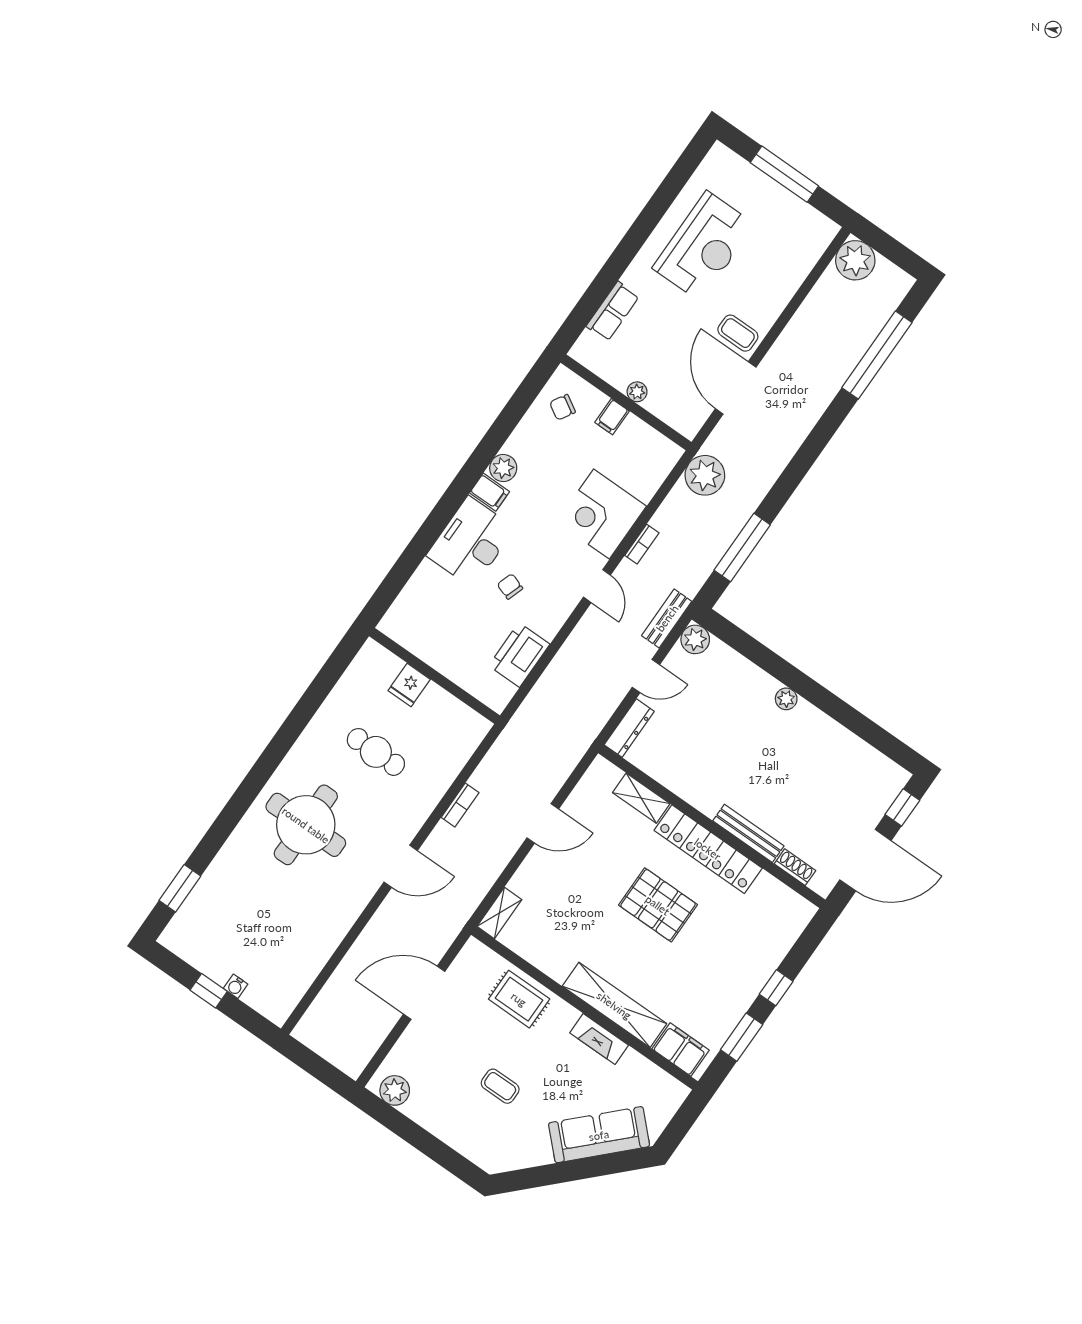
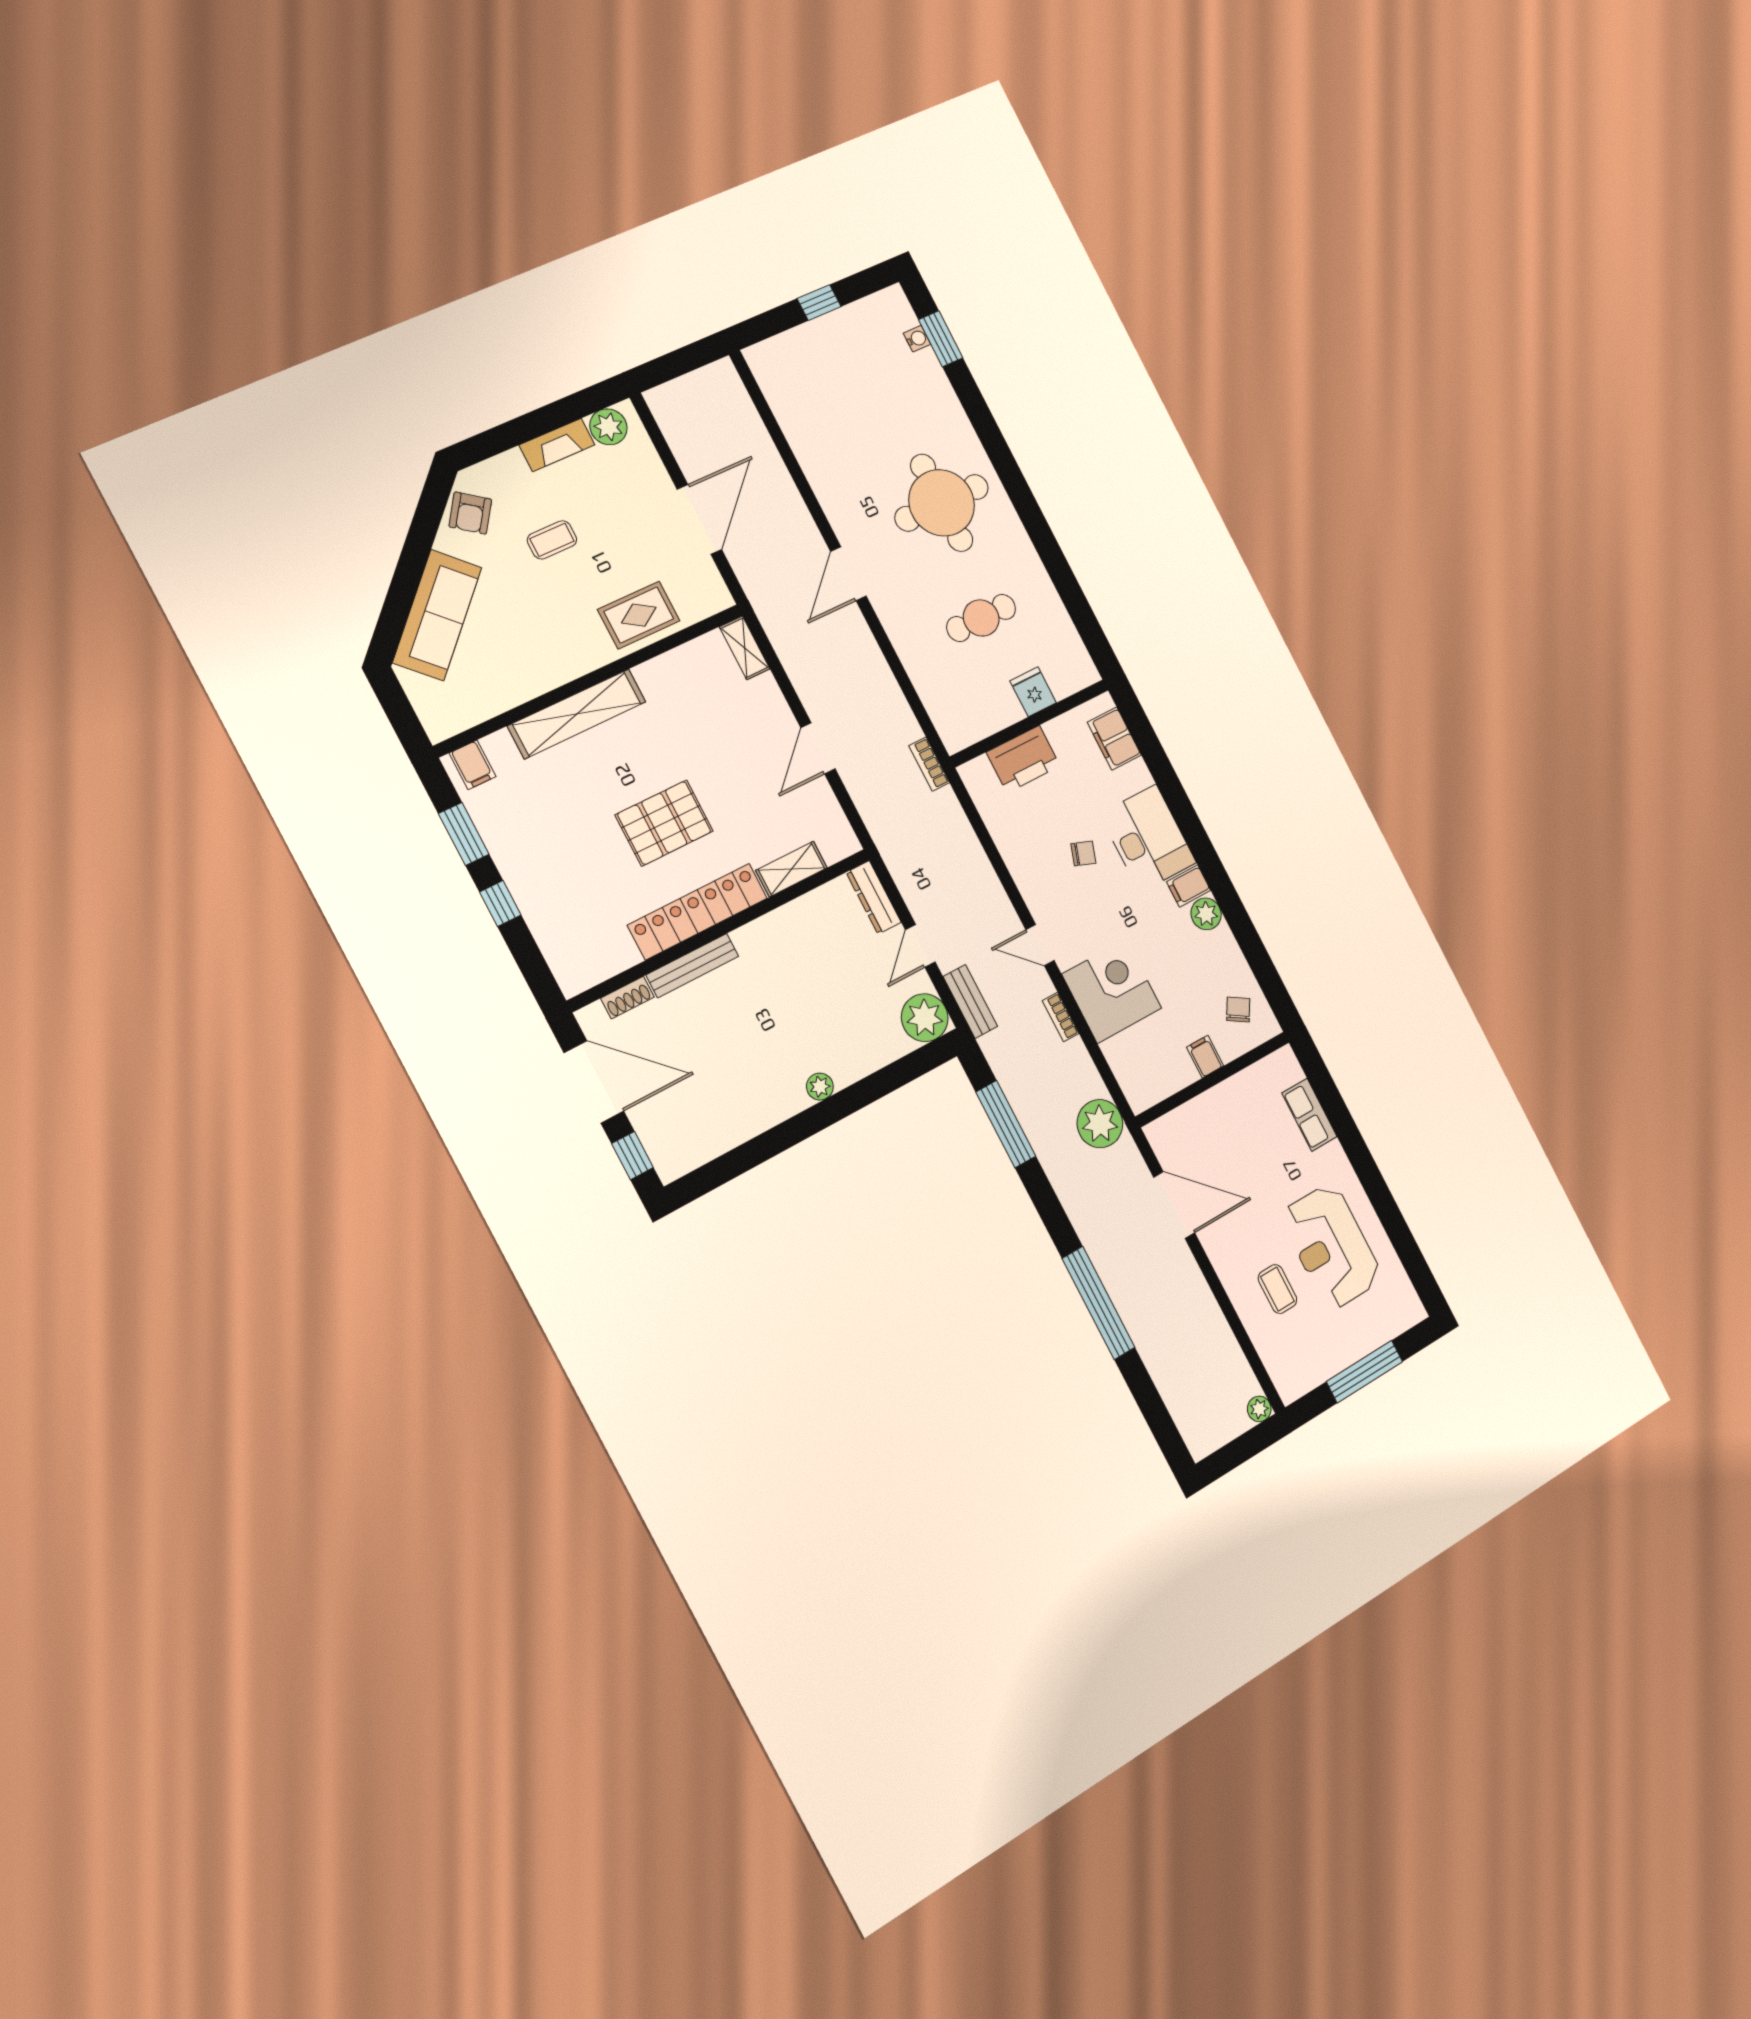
plant: (855, 260) -> (1259, 1409), width x0.53, depth x0.53
coffee table: (738, 333) -> (1277, 1289), moved, turned 90
window: (877, 355) -> (1099, 1303), moved
plant: (637, 392) -> (1218, 1097), removed
filing cabinet: (409, 605) -> (1114, 739), added
plant: (695, 639) -> (925, 1018), width x1.36, depth x1.36
printer: (519, 655) -> (1023, 759), moved, turned 90
bookcase: (460, 805) -> (929, 764), moved
door: (865, 860) -> (594, 1082), swing flipped
water cooler: (236, 986) -> (917, 339), moved, turned 90
fireplace: (599, 1039) -> (557, 445), moved, turned 180
filing cabinet: (680, 1050) -> (473, 765), width x0.50
armchair: (514, 1151) -> (470, 513), added

